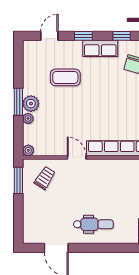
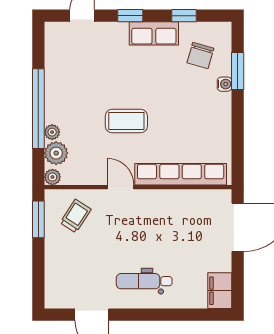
coffee table: (65, 77) -> (126, 121), moved
window: (18, 102) -> (38, 109), width x2.11
plant: (31, 104) -> (56, 153), moved
dental chair: (93, 224) -> (144, 281), turned 180

